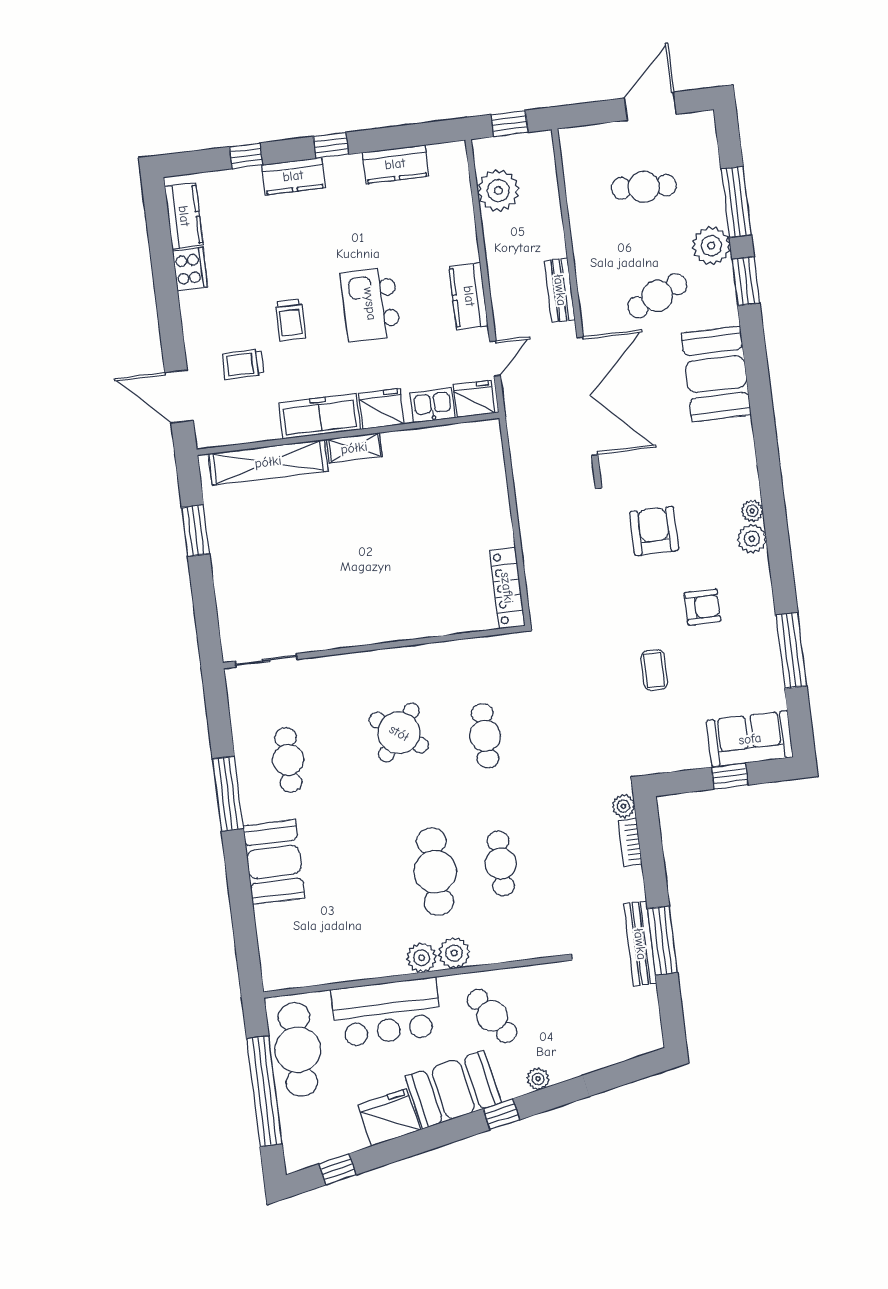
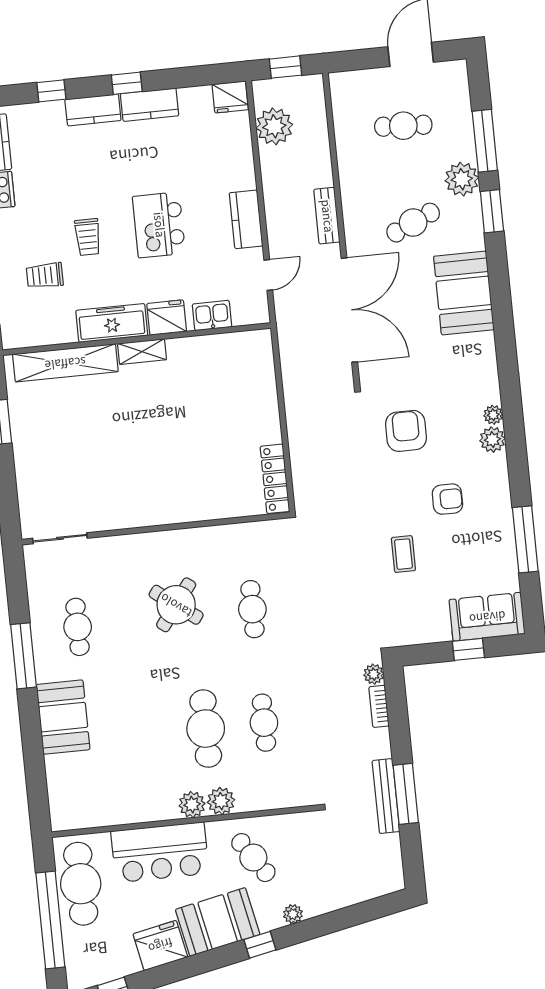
kitchen counter: (395, 164) -> (150, 105), moved
fridge: (474, 399) -> (230, 97), moved, turned 180

